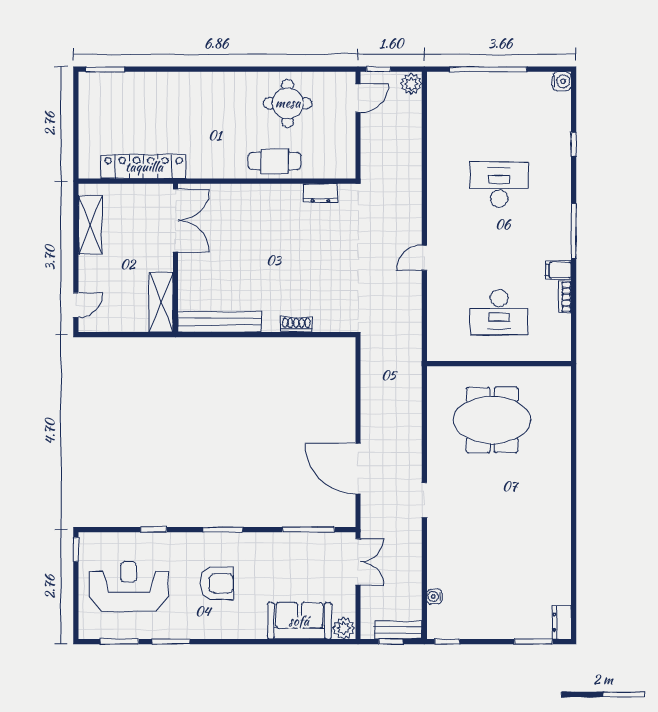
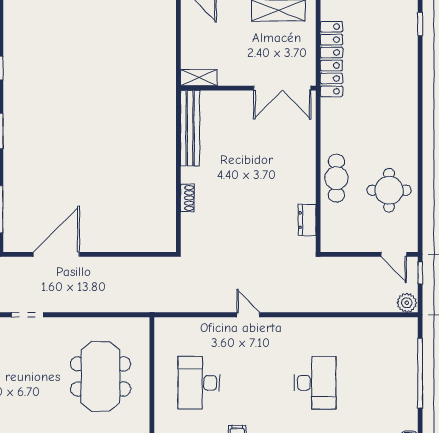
window: (105, 69) -> (420, 24), width x0.67
shelving: (161, 302) -> (199, 78), width x0.67, depth x0.75

